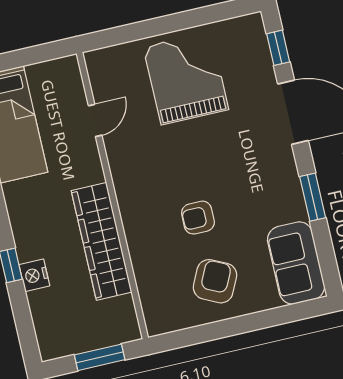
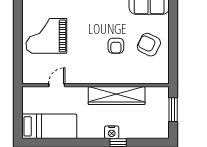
door: (95, 120) -> (57, 85), hinge flipped
nightstand: (34, 275) -> (112, 132), moved

